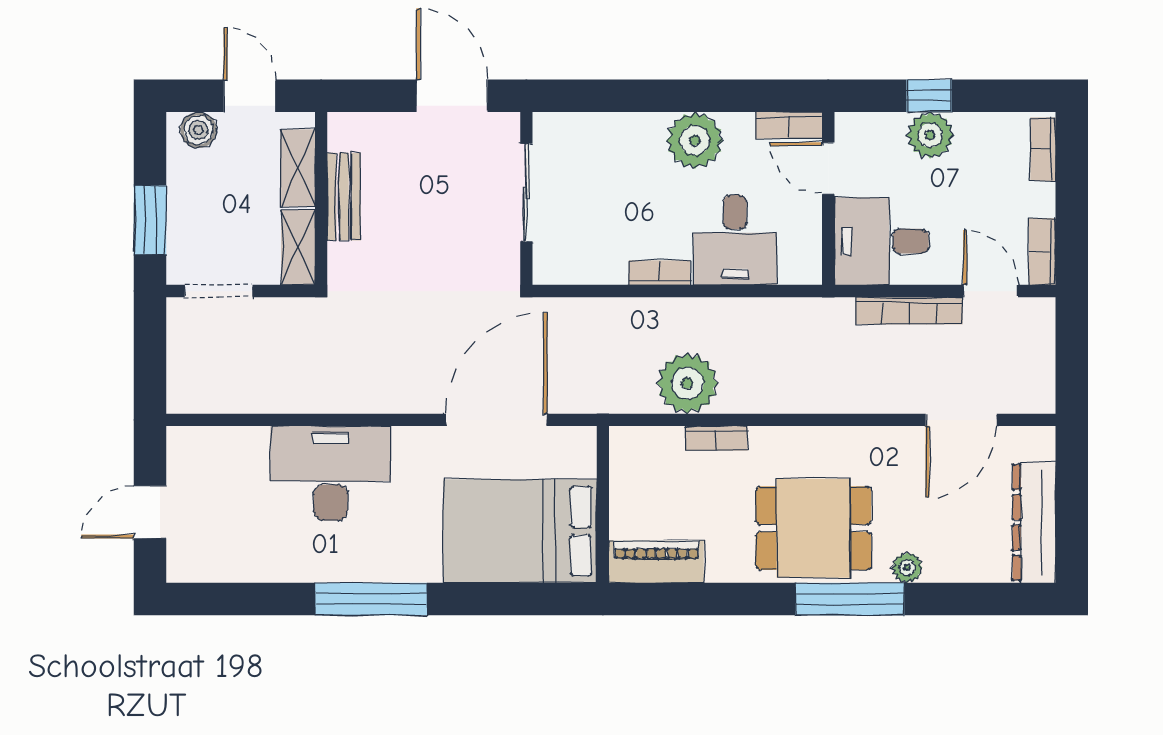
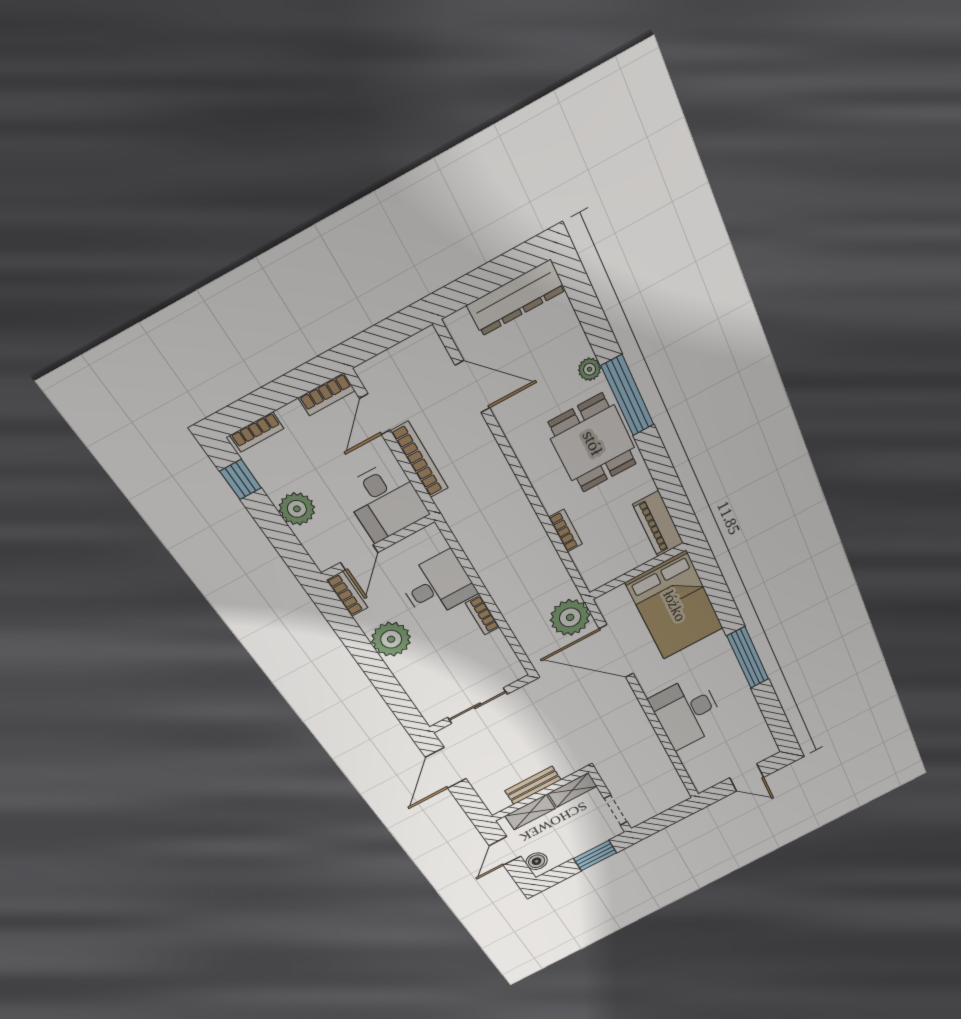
window: (929, 96) -> (241, 480), moved
plant: (687, 383) -> (570, 617), moved

